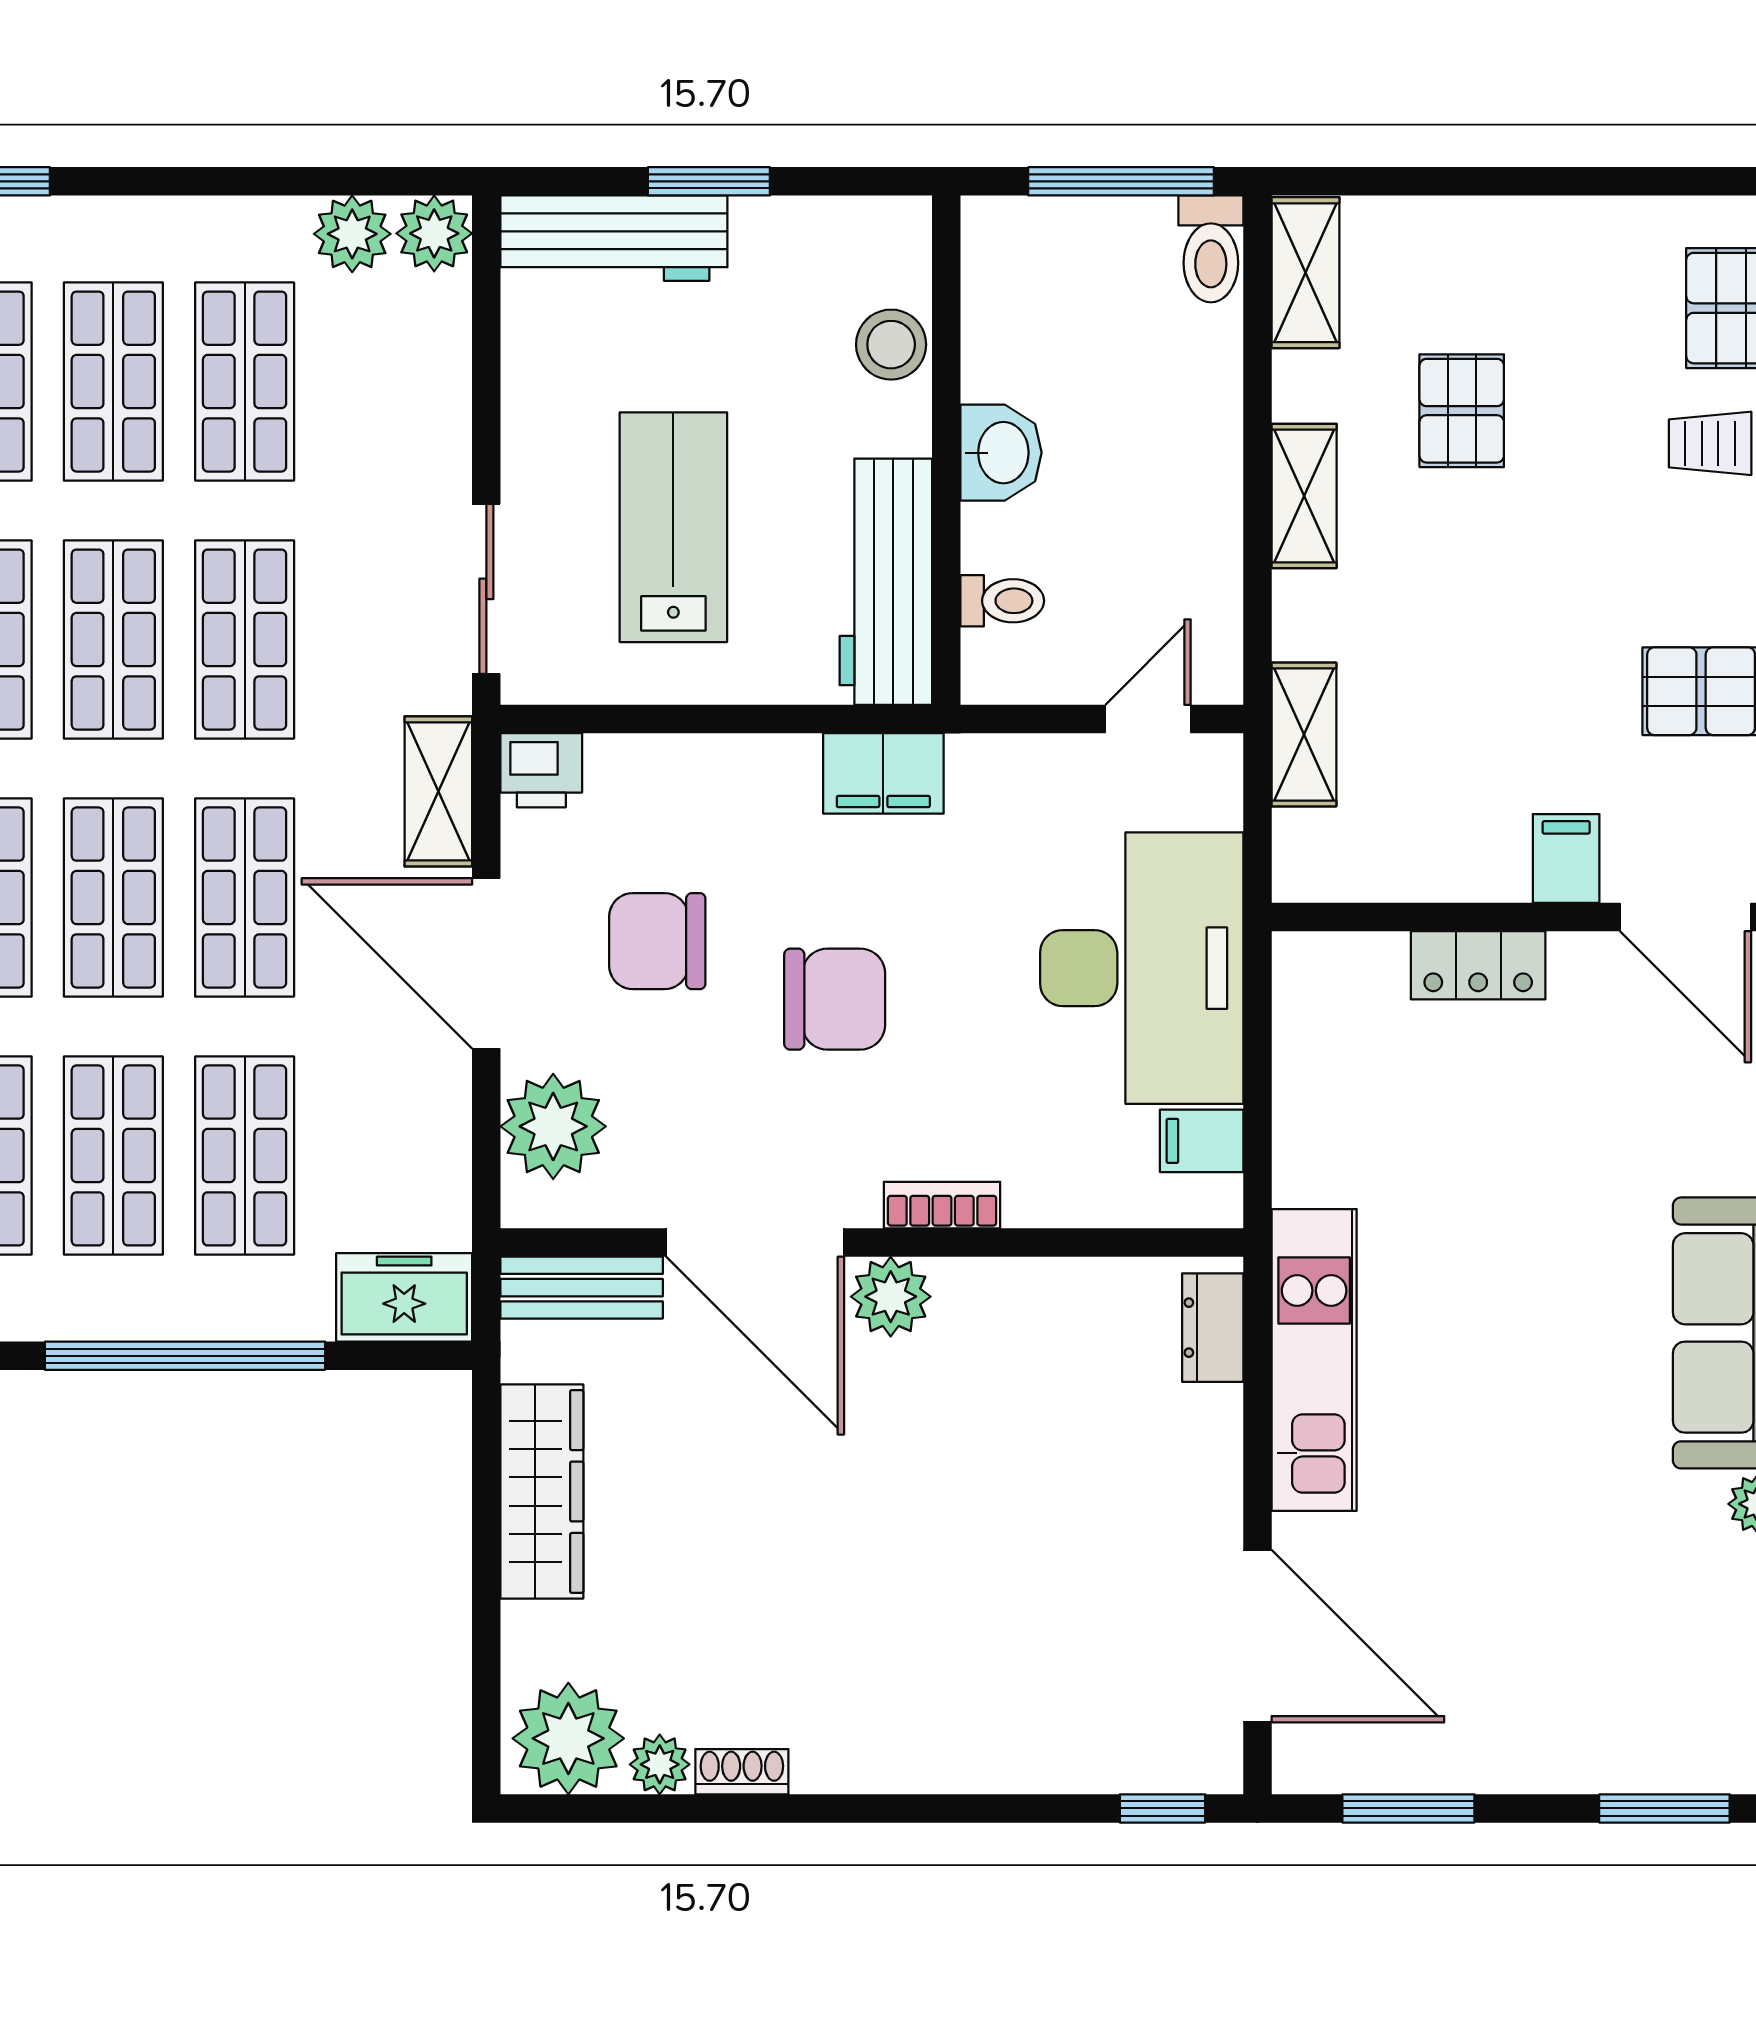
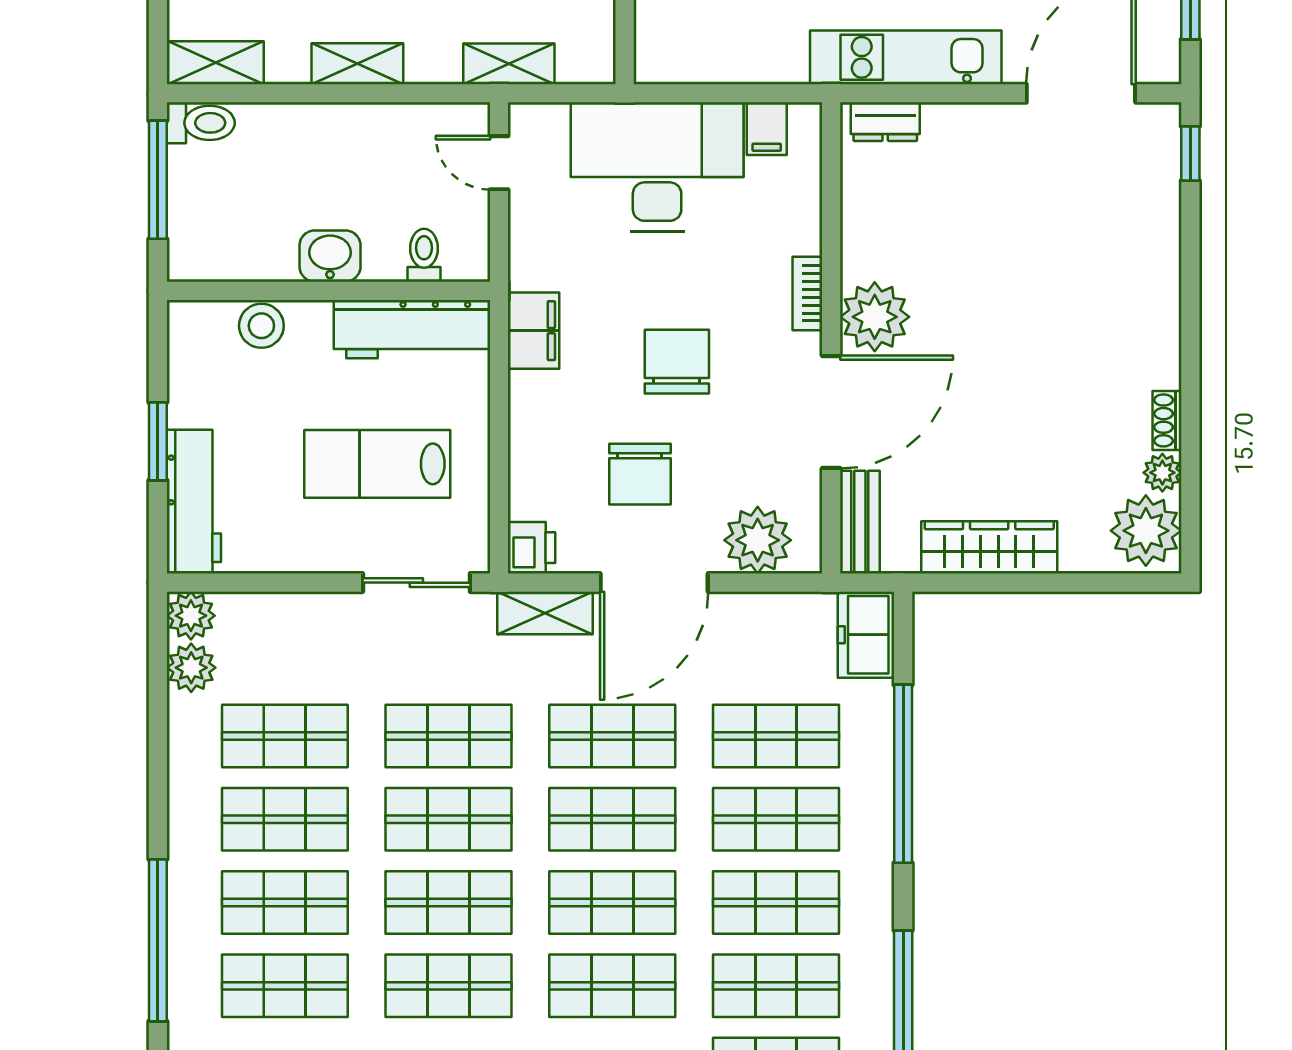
plant: (891, 1297) -> (875, 317), width x1.36, depth x1.36

